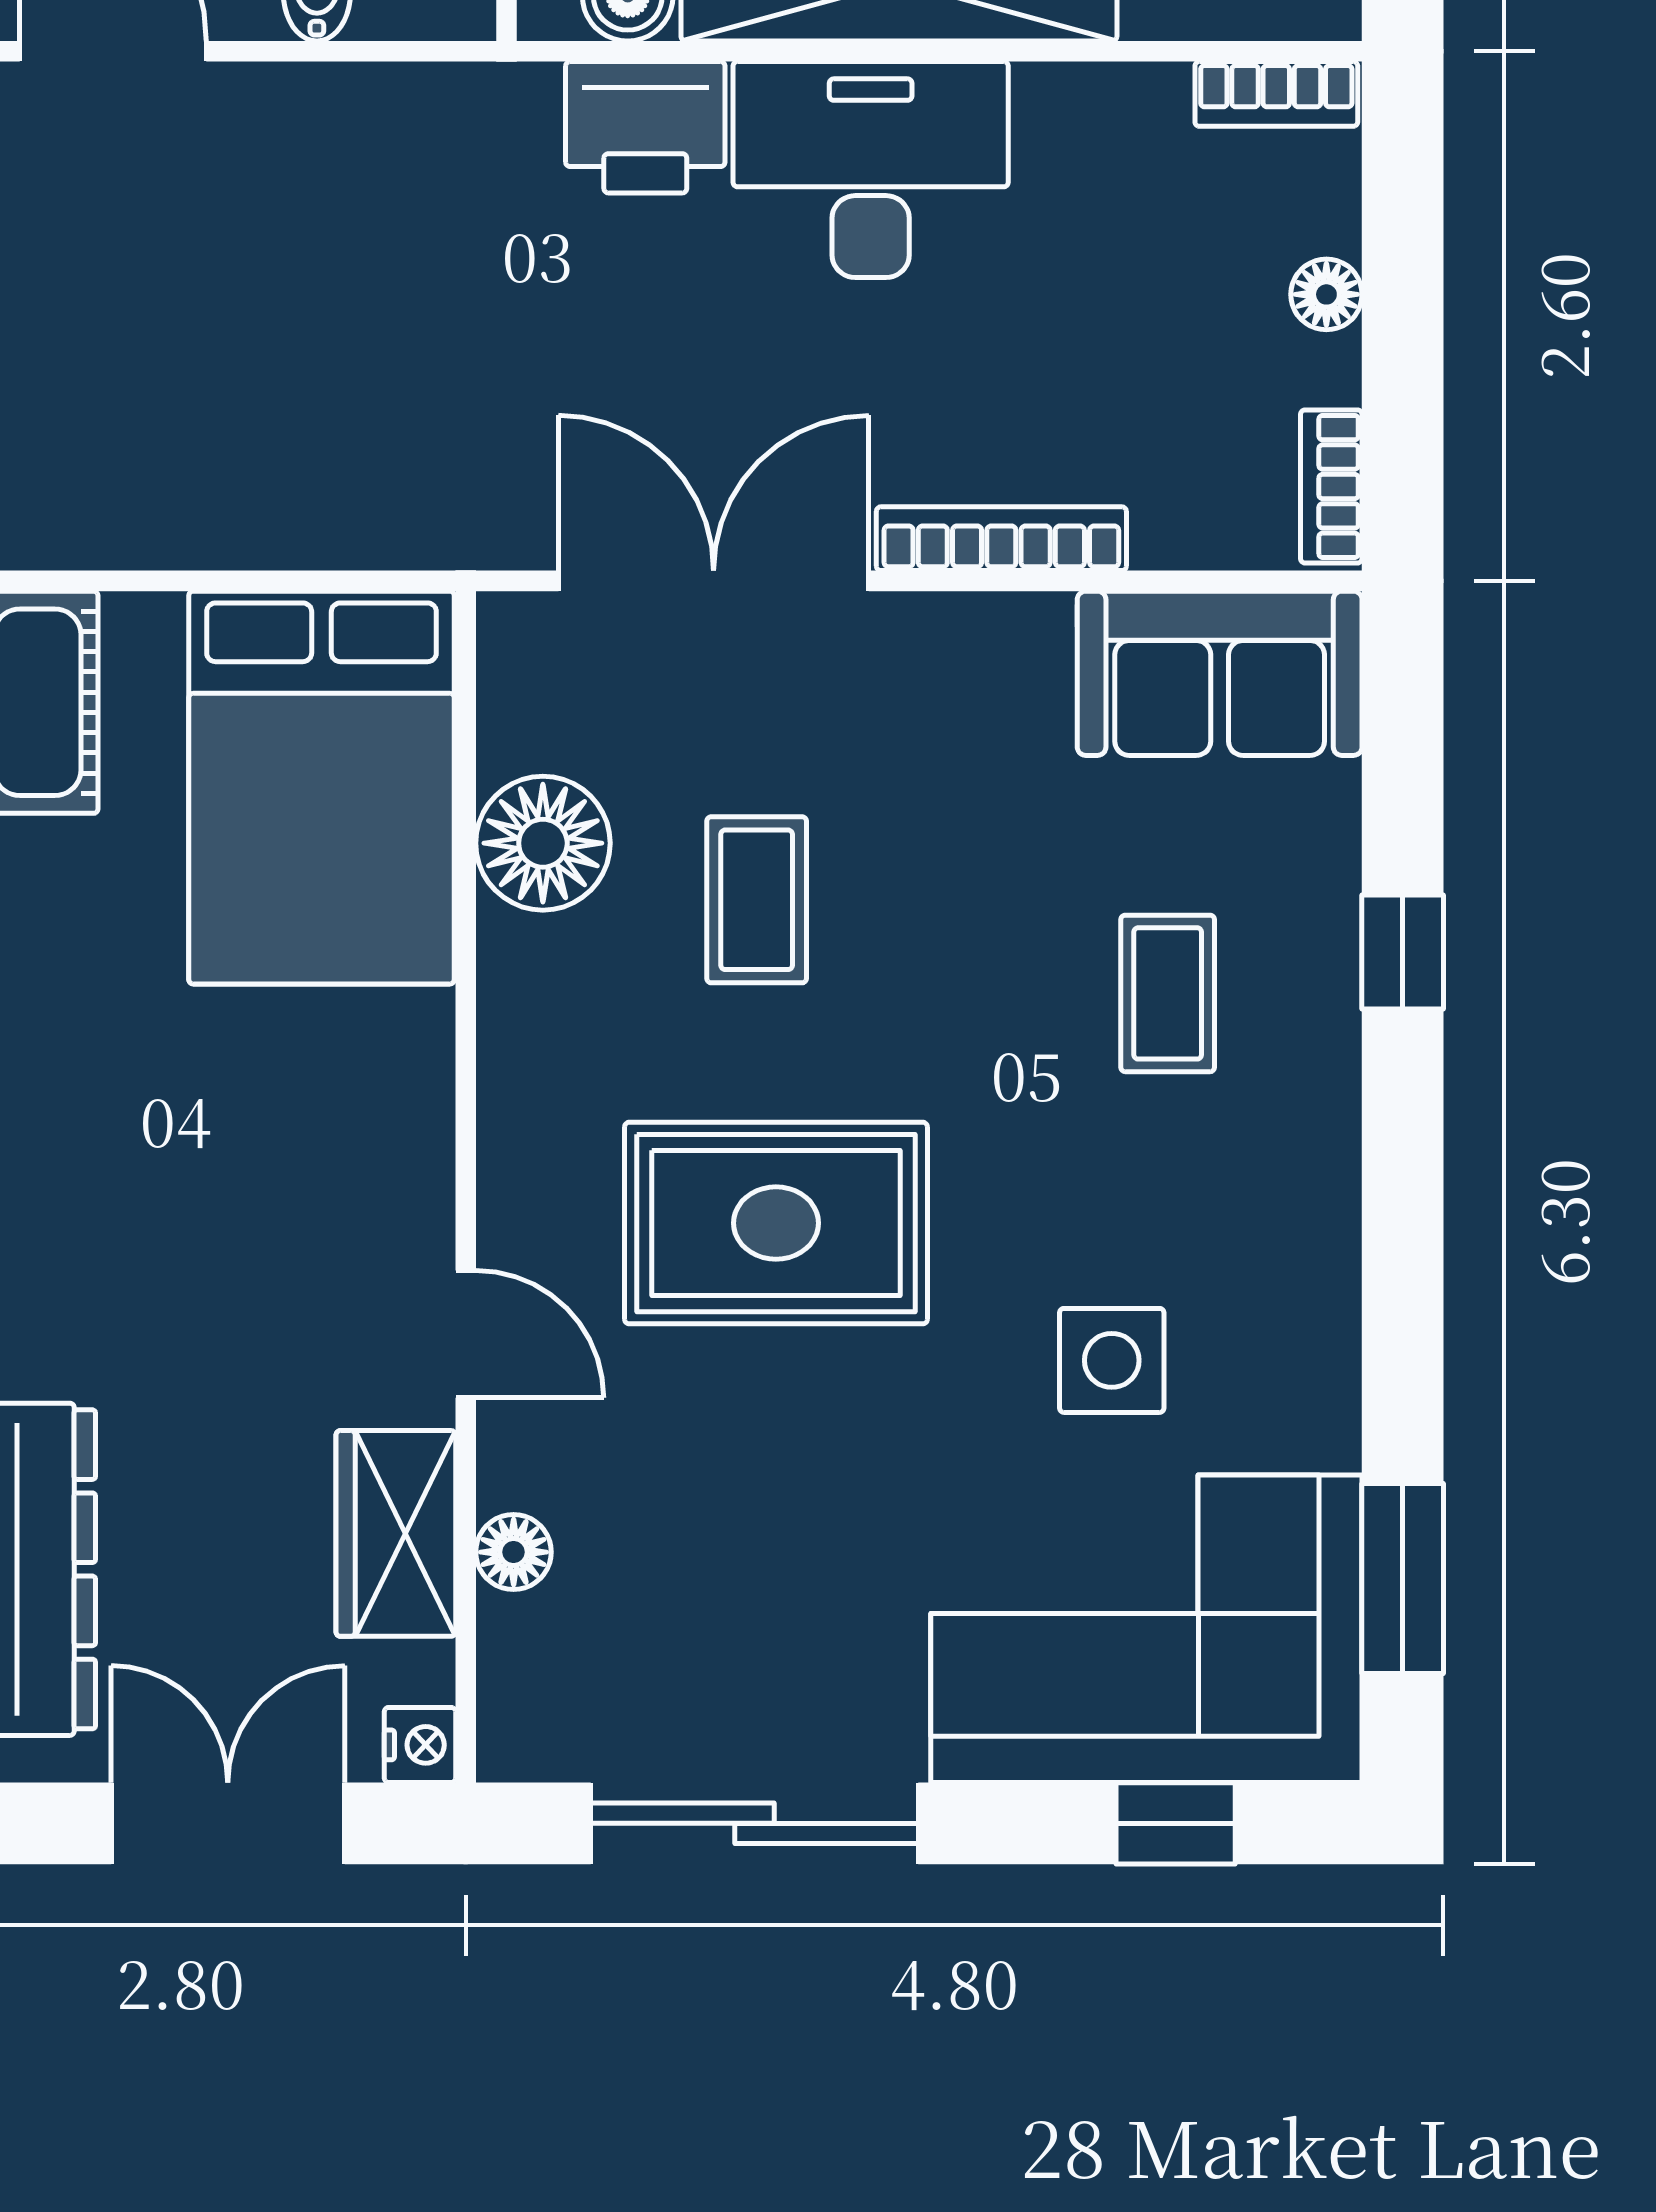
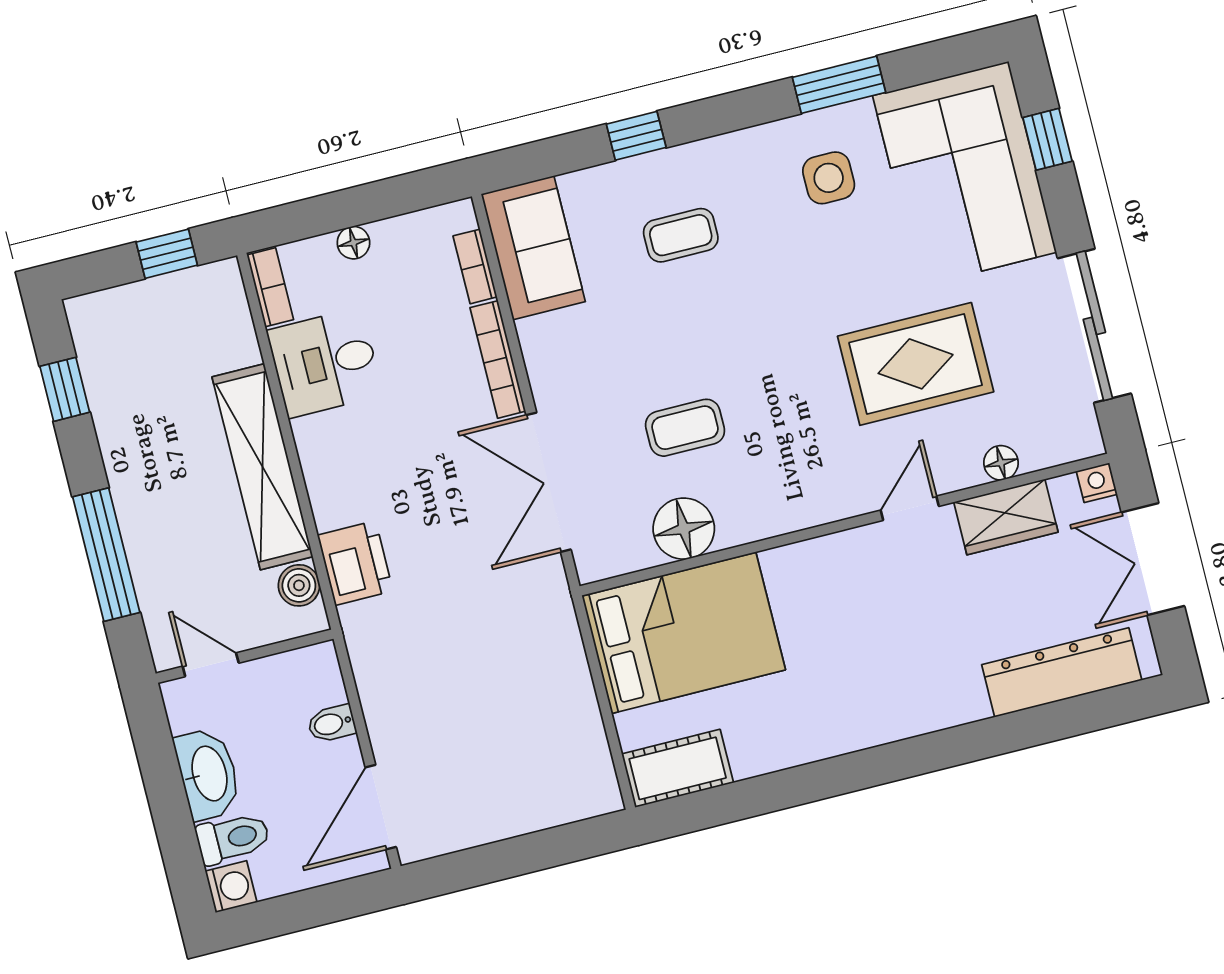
desk: (871, 170) -> (325, 363), moved, width x0.73
bookcase: (1331, 486) -> (475, 266), moved, turned 90
rug: (776, 1223) -> (916, 364), moved, turned 90
side table: (1112, 1360) -> (829, 178), moved
window: (1403, 1579) -> (839, 85), moved

